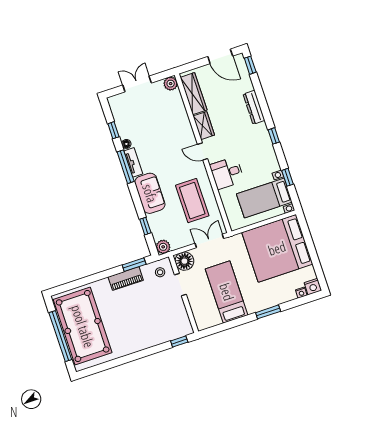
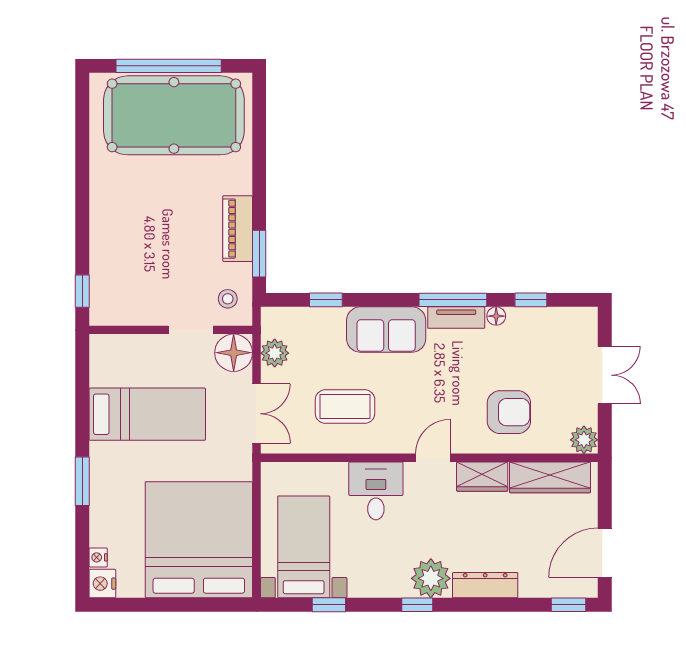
armchair: (169, 123) -> (509, 412), added
plant: (259, 134) -> (431, 578), added
coffee table: (192, 201) -> (345, 407), width x0.73, depth x0.76
plant: (163, 247) -> (275, 353), moved

